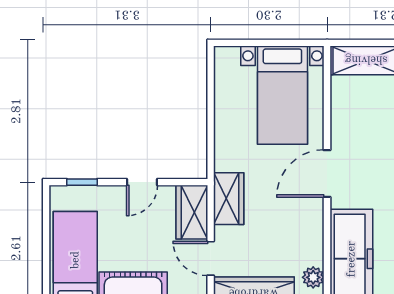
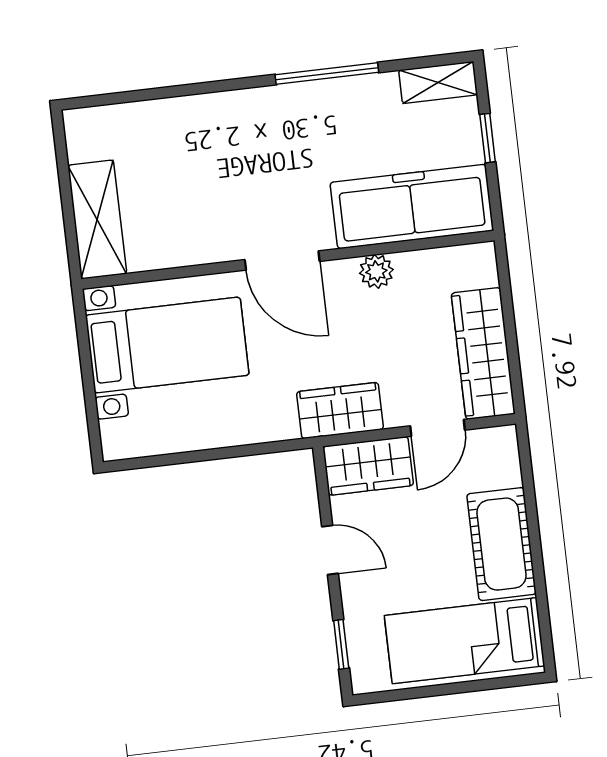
plant: (313, 277) -> (376, 271), moved

